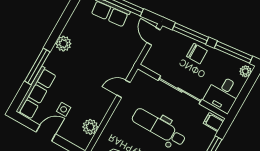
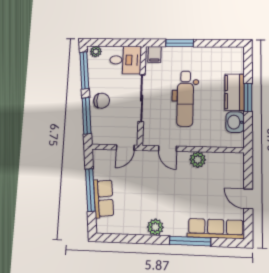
door: (154, 36) -> (125, 148), moved
chair: (197, 54) -> (102, 101), turned 90
side table: (64, 109) -> (217, 194), removed
plant: (90, 127) -> (198, 160), moved

